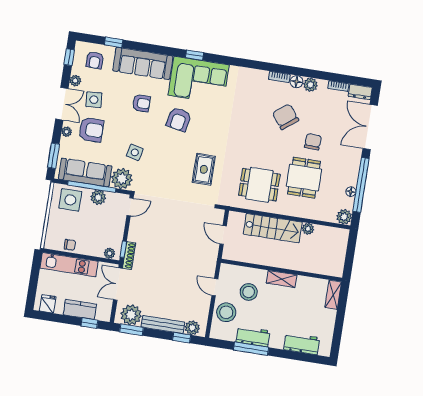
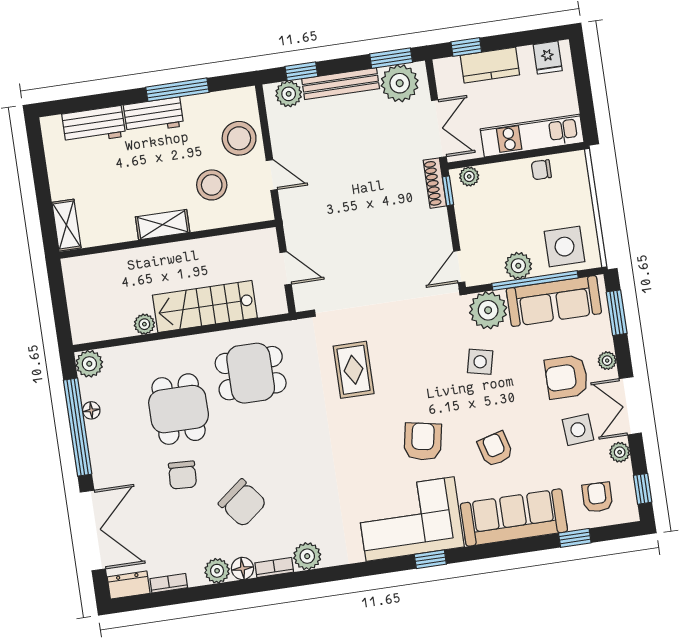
plant: (260, 77) -> (307, 556), added
armchair: (141, 103) -> (495, 449), turned 75
workbench: (253, 336) -> (153, 115), moved

